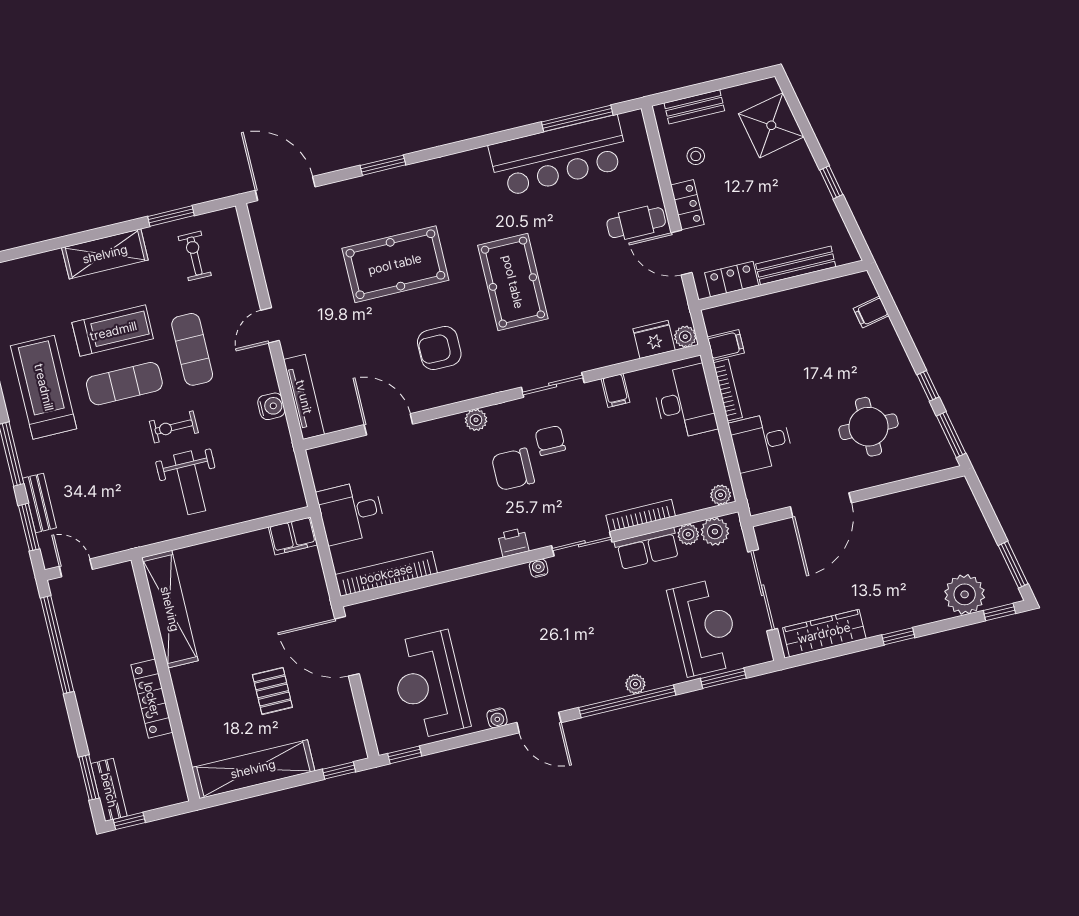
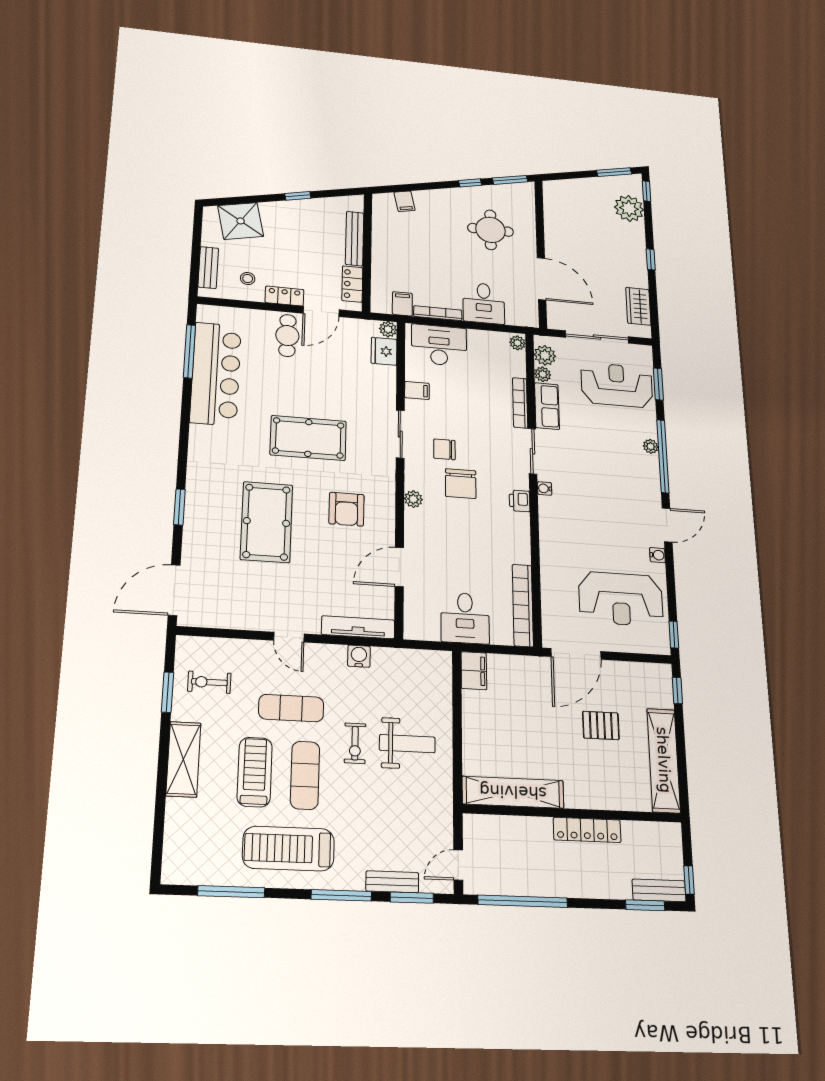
wardrobe: (824, 633) -> (638, 306), width x0.67

